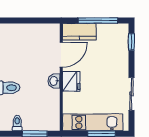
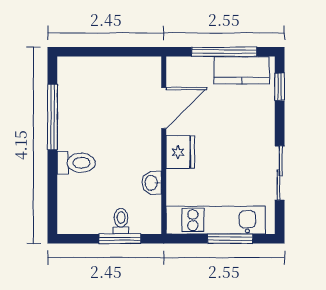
kitchen counter: (79, 32) -> (242, 70), moved
washbasin: (54, 81) -> (152, 183), moved
toilet: (17, 123) -> (121, 221), moved

